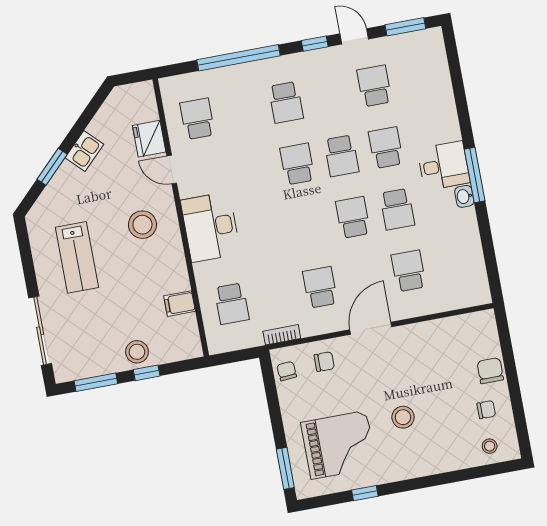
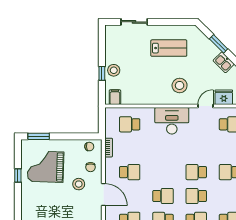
school desk: (297, 164) -> (196, 172), turned 180
lab bench: (77, 257) -> (169, 48), turned 180
filing cabinet: (179, 304) -> (115, 97), moved
sliding door: (40, 331) -> (134, 22), width x0.73
window: (96, 382) -> (102, 46), removed
stool: (403, 417) -> (79, 184), moved
grand piano: (339, 445) -> (46, 167), turned 92

